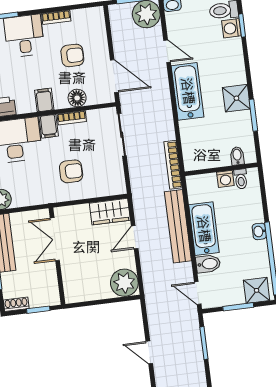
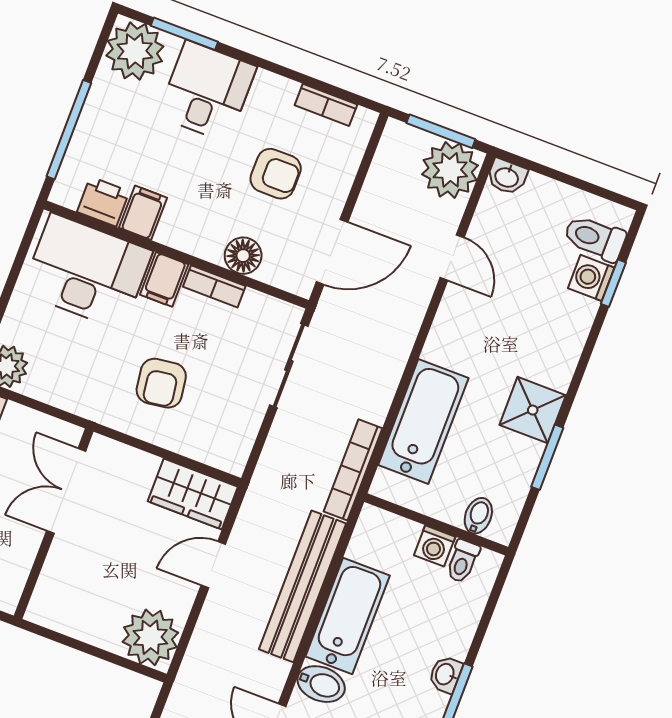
bookcase: (56, 17) -> (326, 105), moved
door: (114, 76) -> (332, 252), hinge flipped
bathtub: (188, 91) -> (423, 421), moved
filing cabinet: (44, 100) -> (143, 213), moved
armchair: (71, 171) -> (161, 383), turned 82

